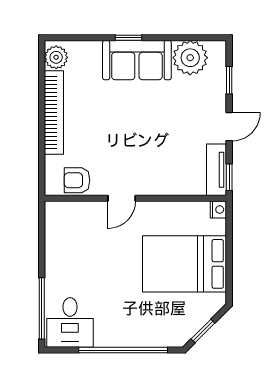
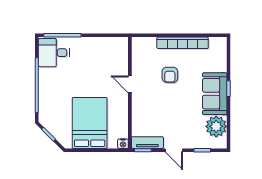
plant: (56, 57) -> (216, 44), removed
armchair: (77, 180) -> (170, 75), moved, turned 180

